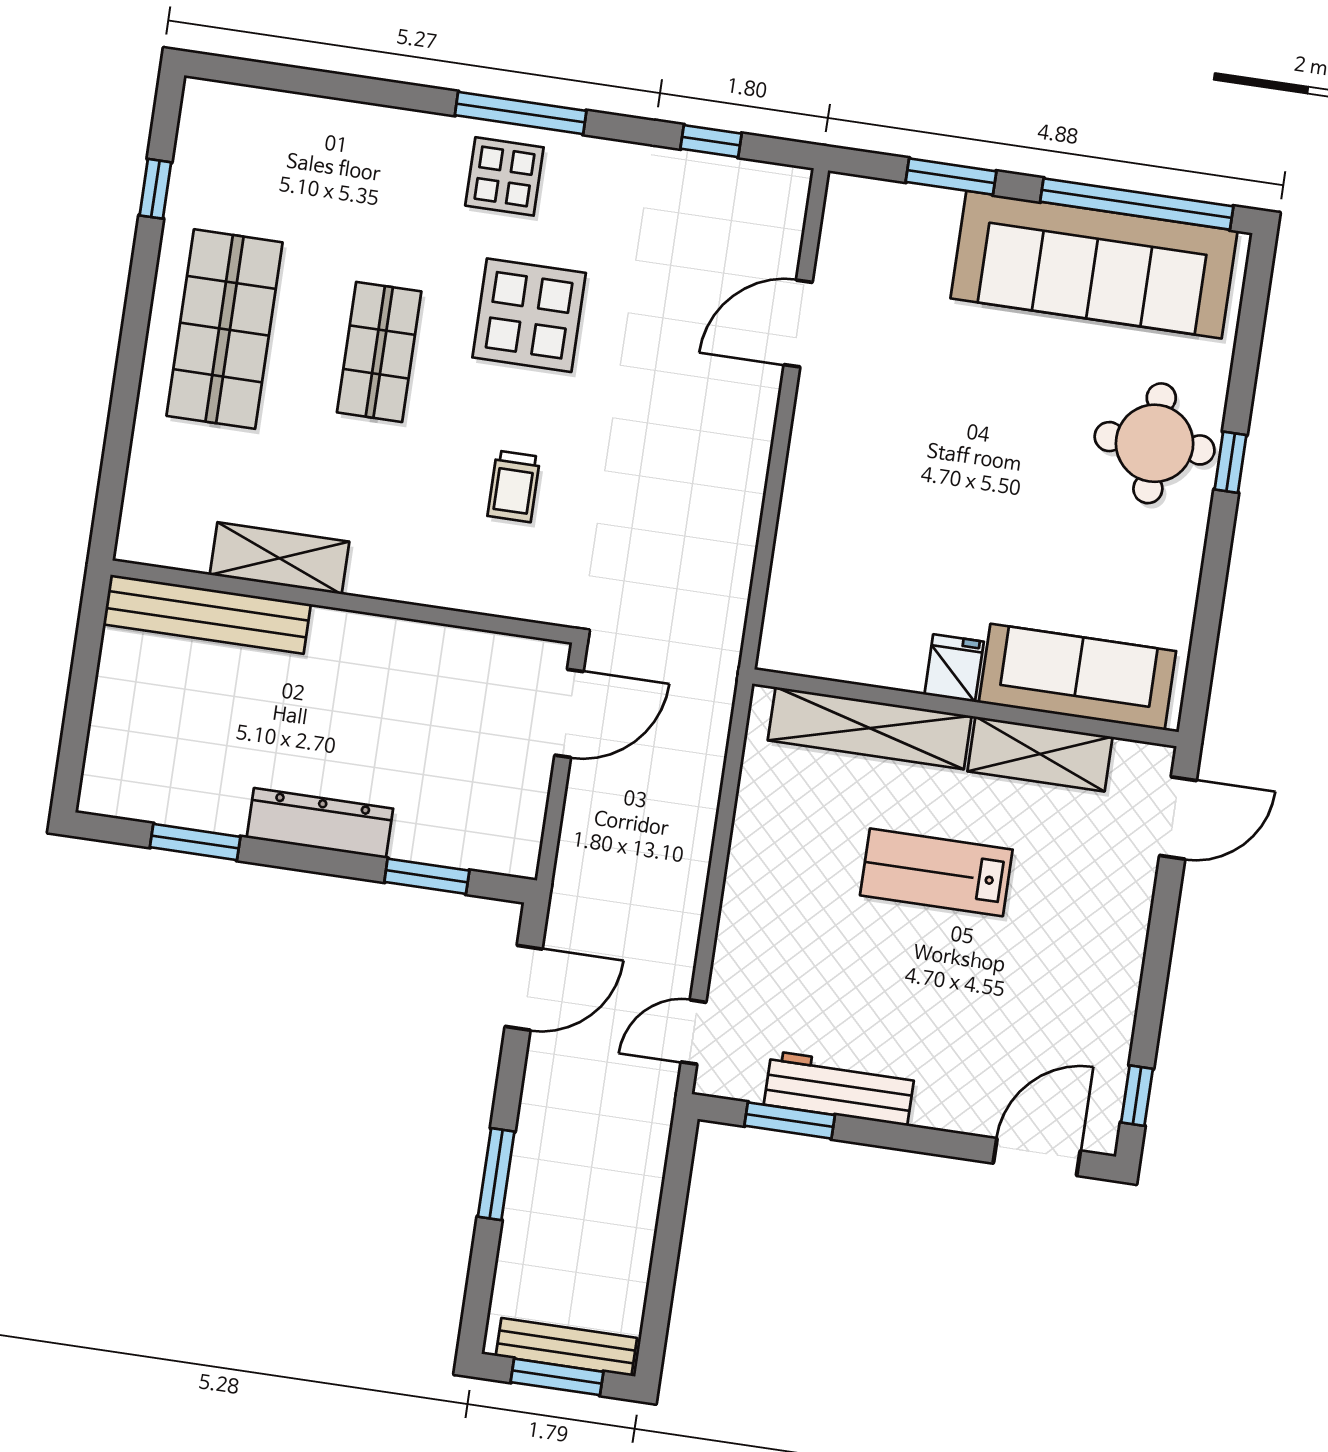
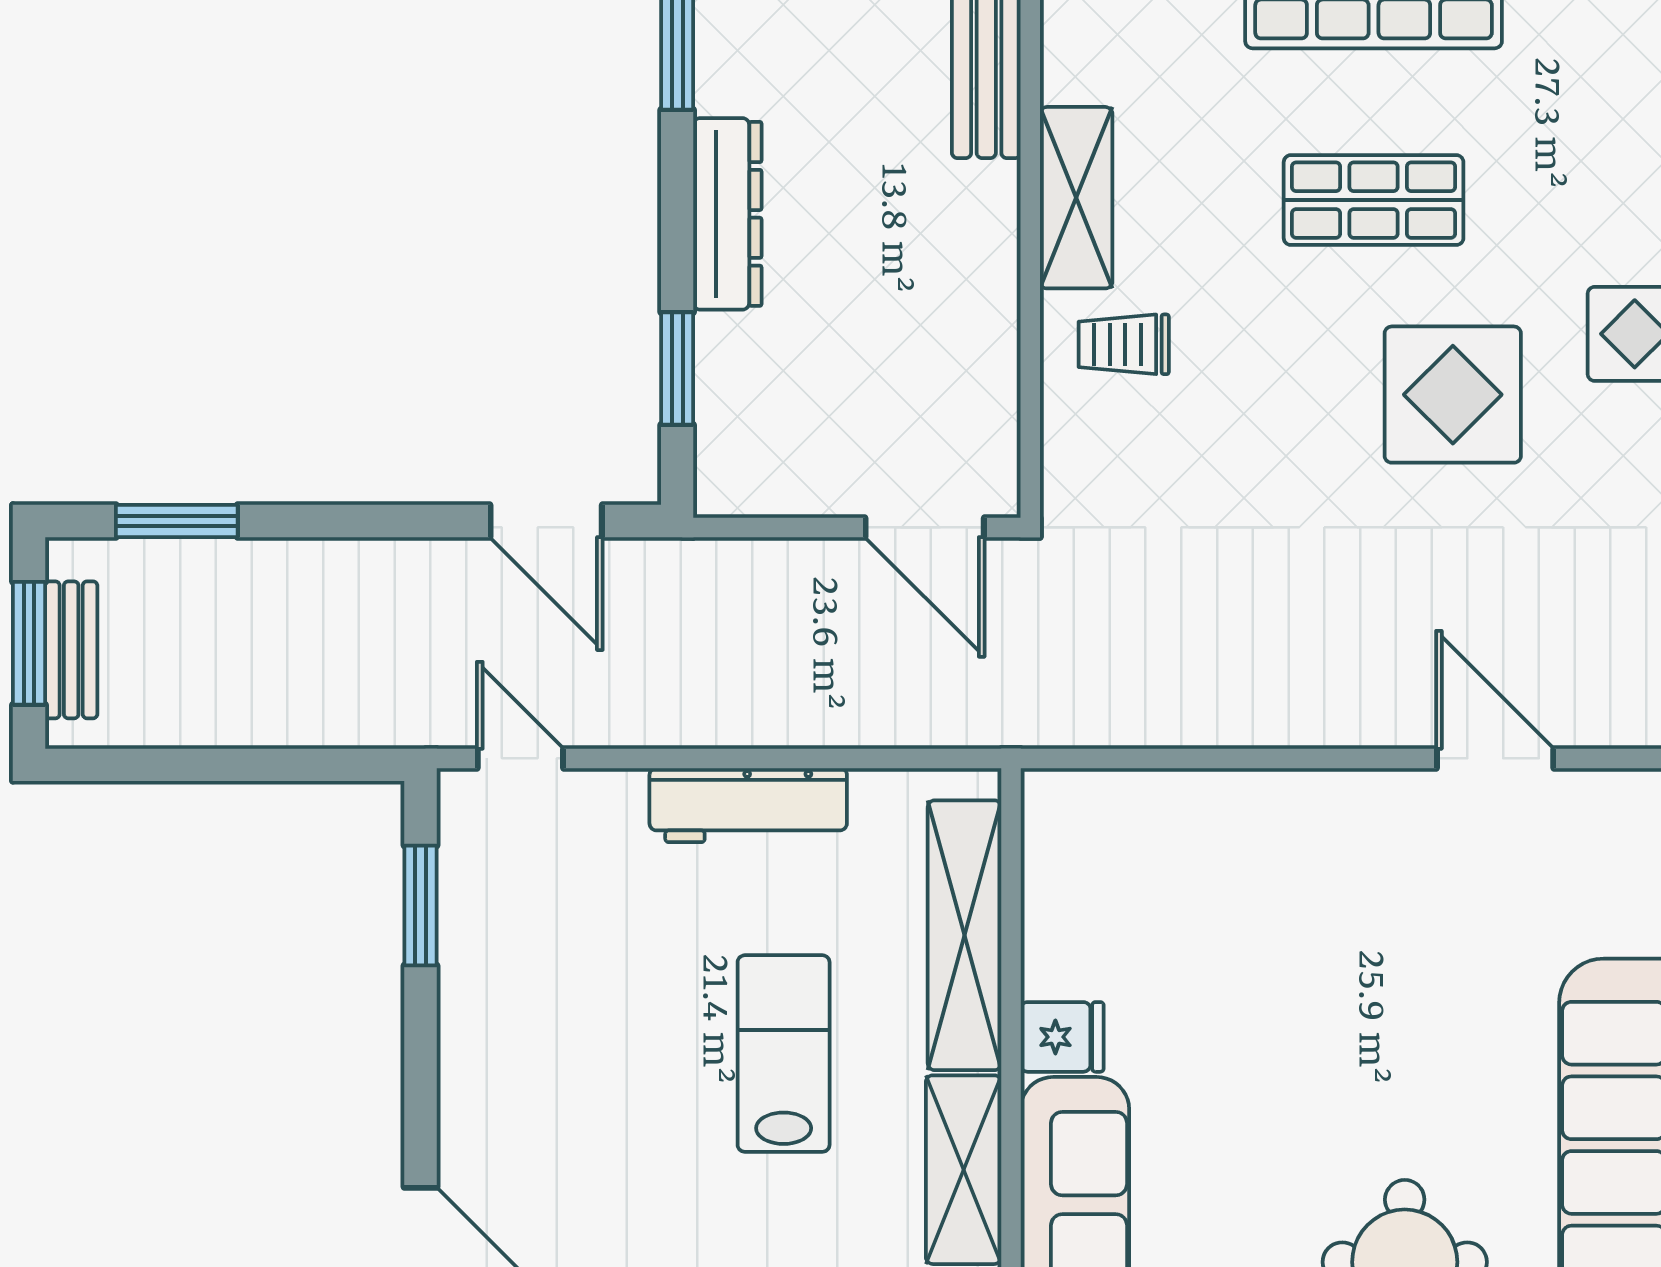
trolley: (514, 486) -> (1124, 344), moved
shelving: (280, 558) -> (1076, 198), moved
workbench: (839, 1088) -> (748, 805), moved, turned 90
window: (496, 1174) -> (177, 521), moved
bench: (566, 1347) -> (71, 650), width x0.73

